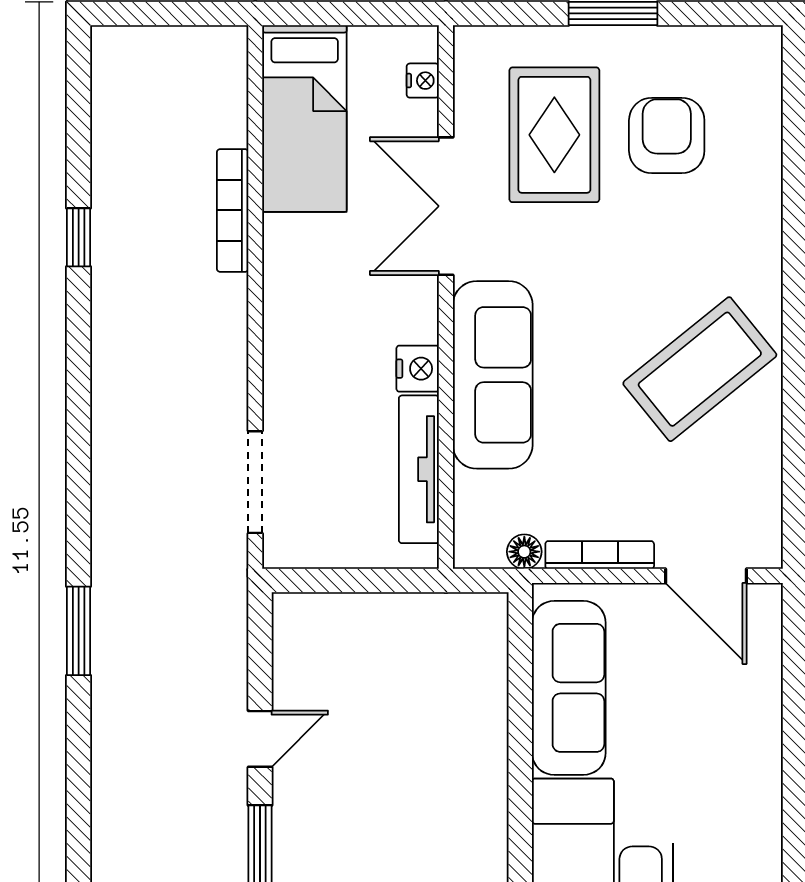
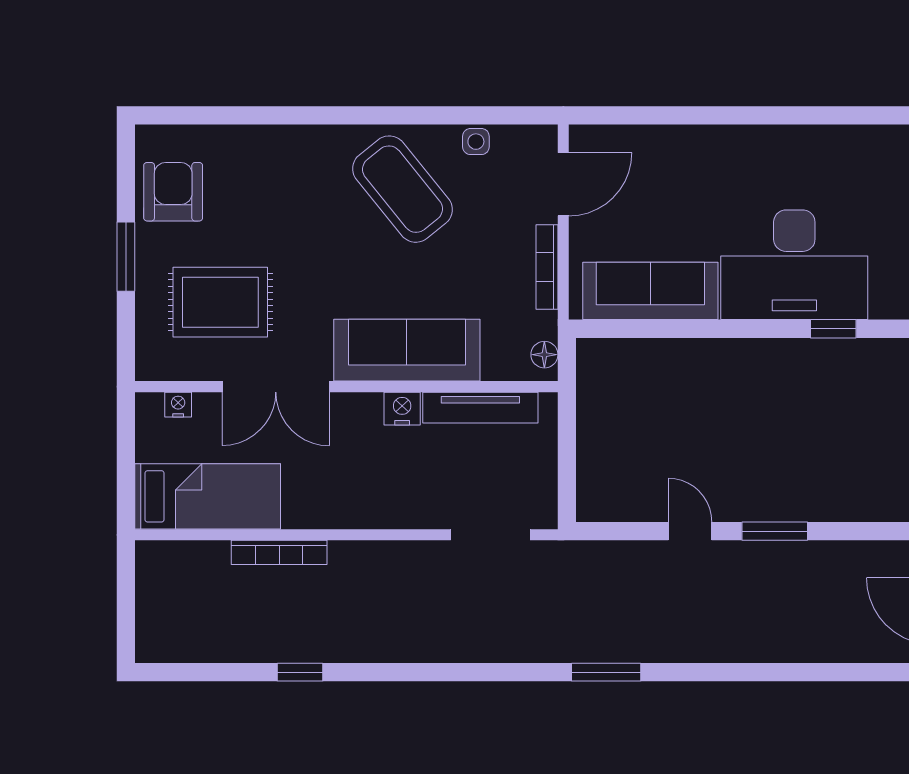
armchair: (667, 135) -> (173, 192), moved, turned 90
side table: (761, 464) -> (476, 142), added
floor lamp: (524, 552) -> (544, 355), moved

